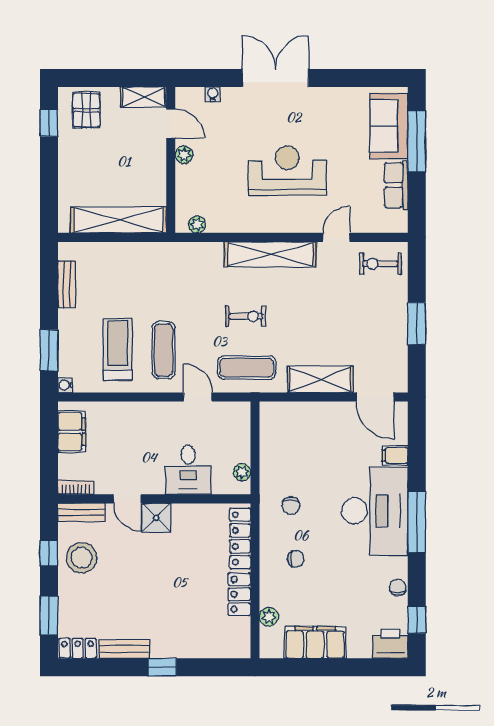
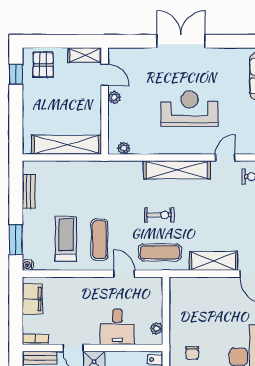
water cooler: (213, 94) -> (135, 53), removed

